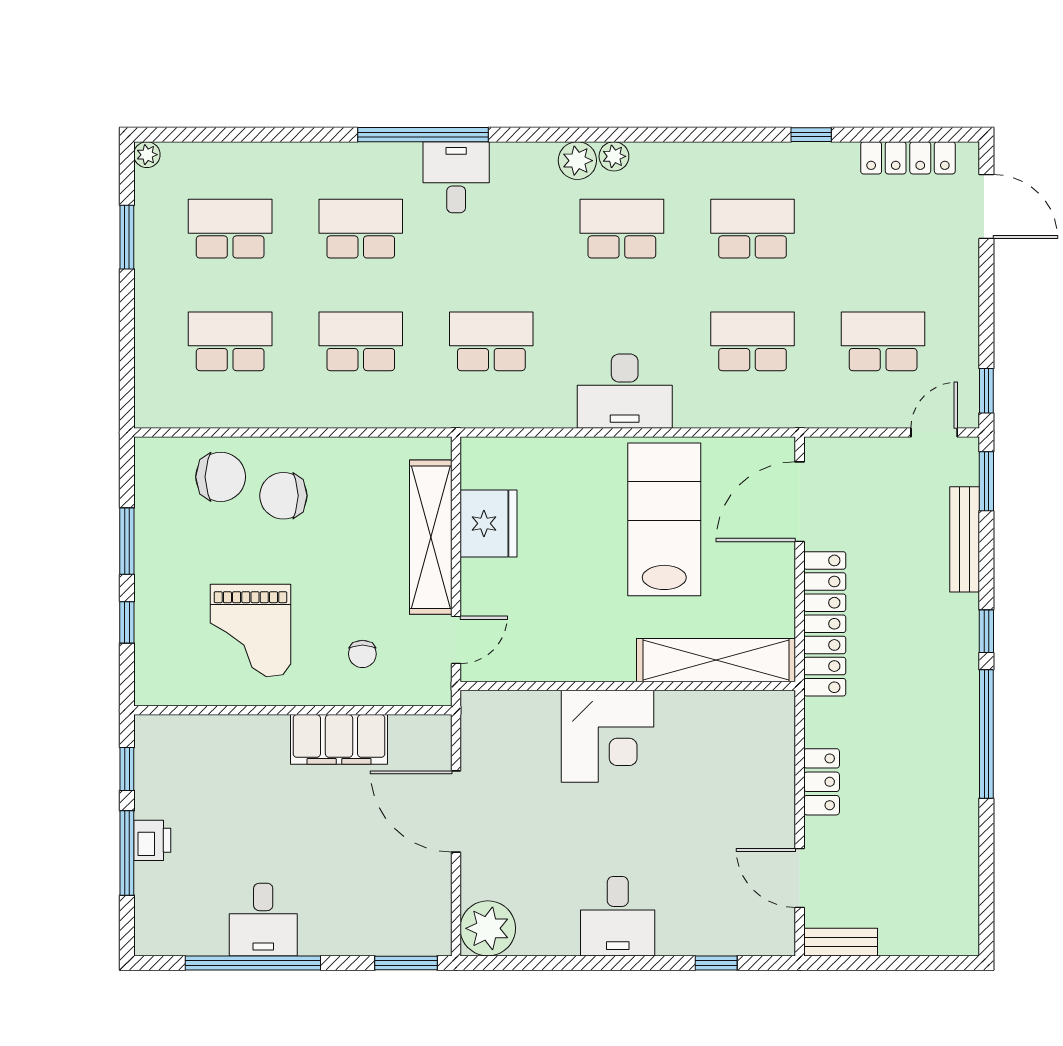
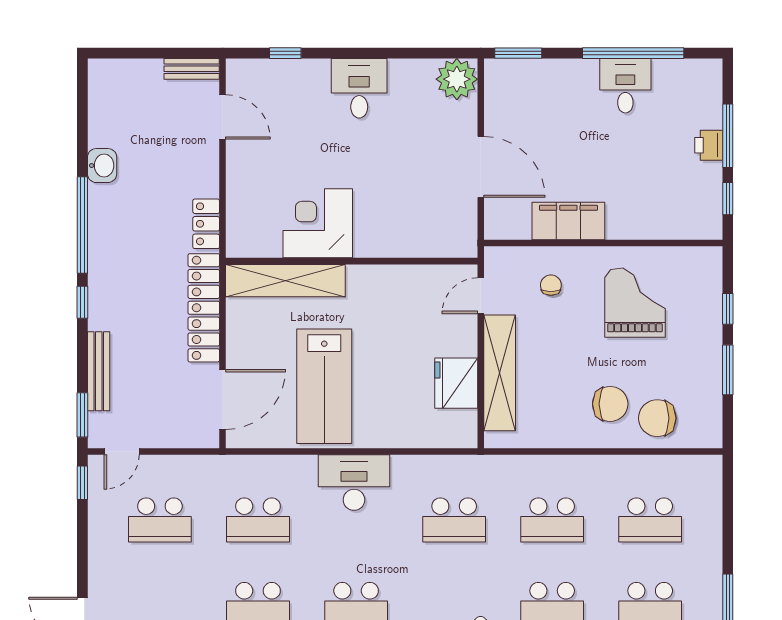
corner desk: (607, 736) -> (318, 223), moved
locker: (822, 782) -> (206, 224), moved
washbasin: (960, 813) -> (102, 166), added

